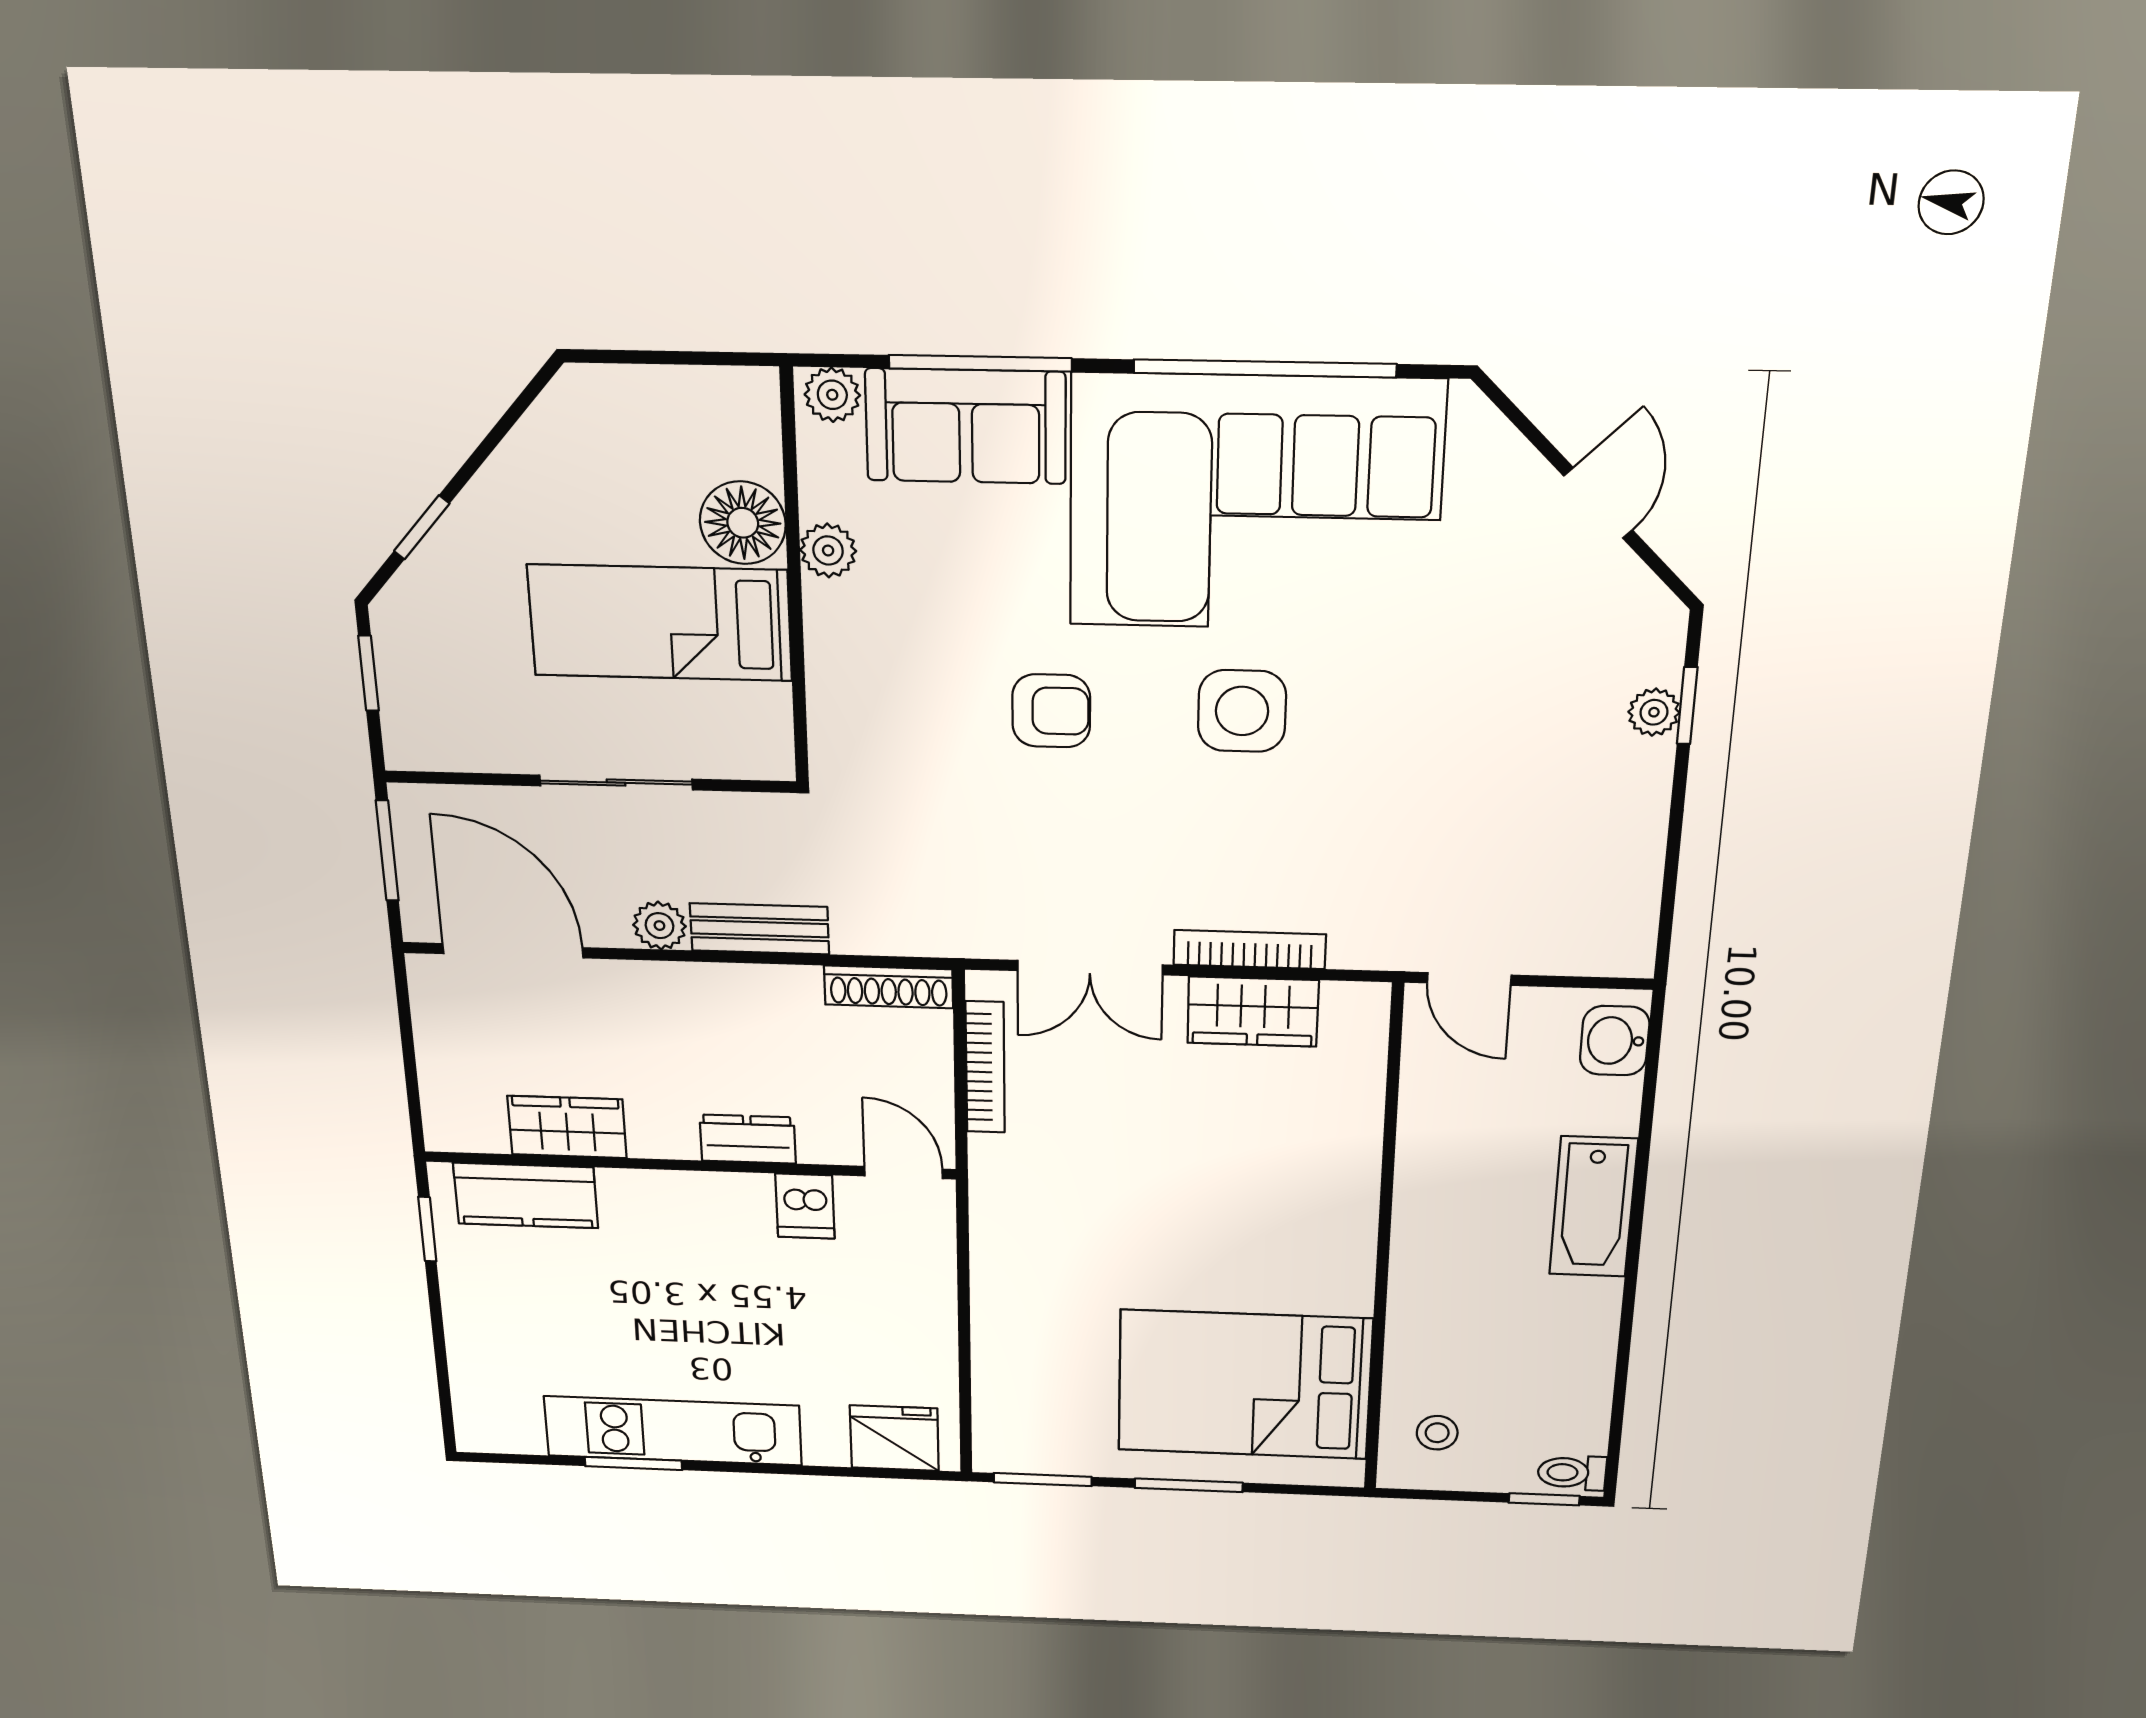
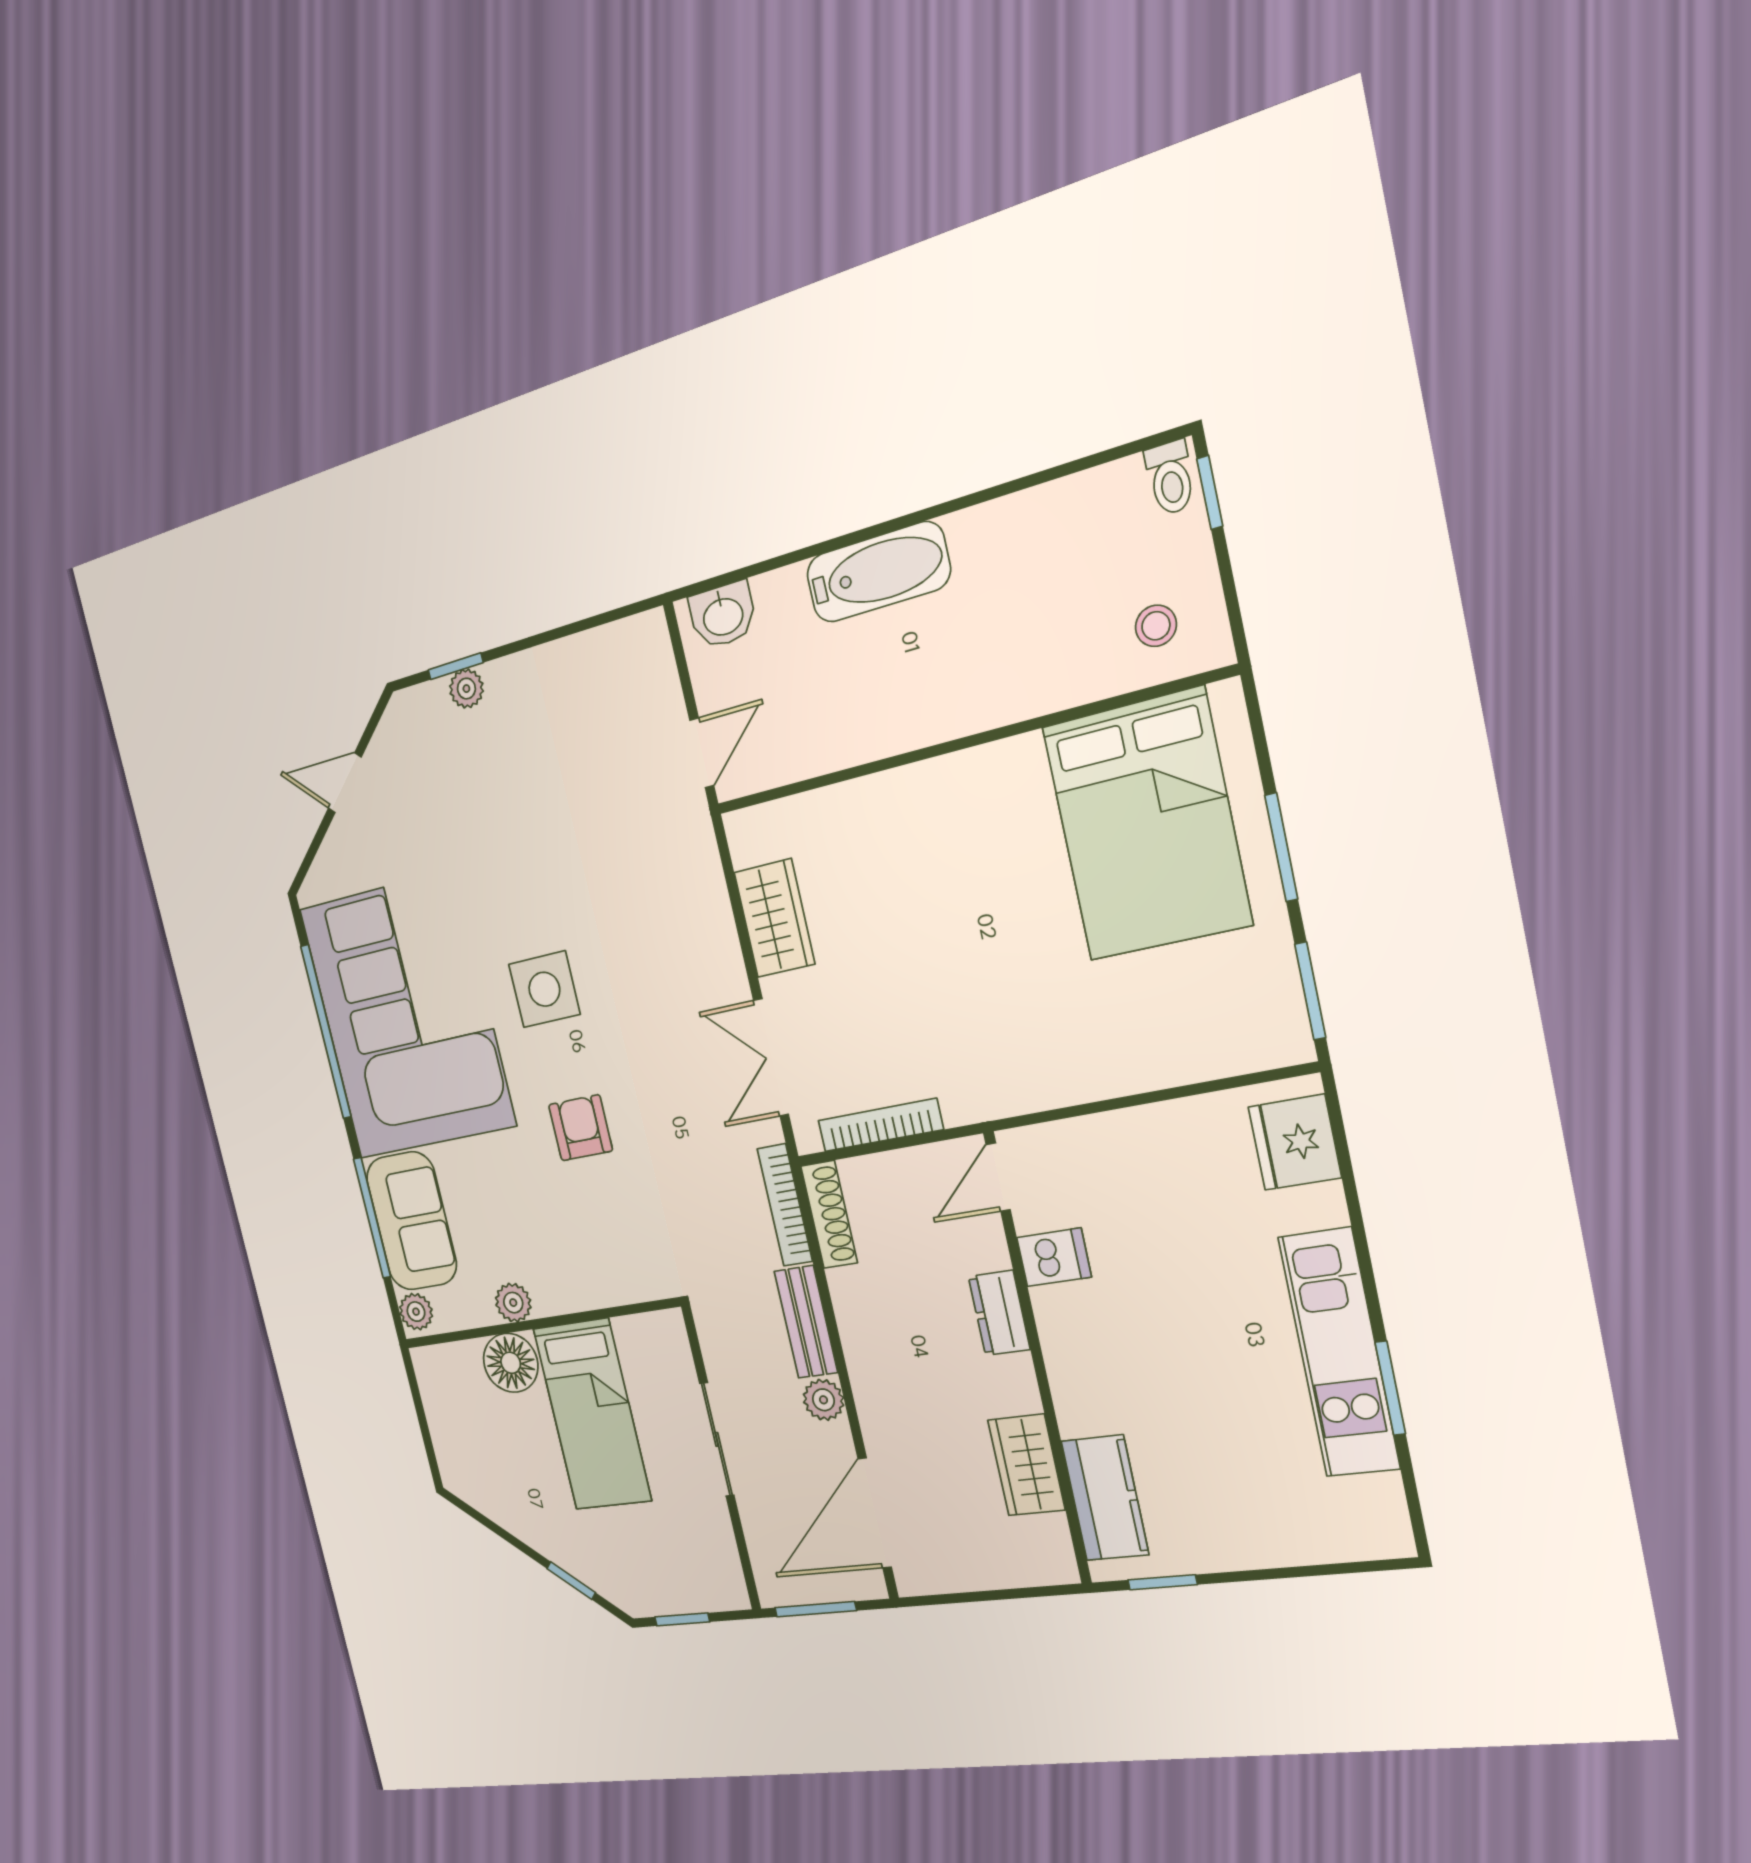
bookcase: (1250, 950) -> (785, 1205), moved
double door: (1090, 968) -> (771, 1057), swing flipped

